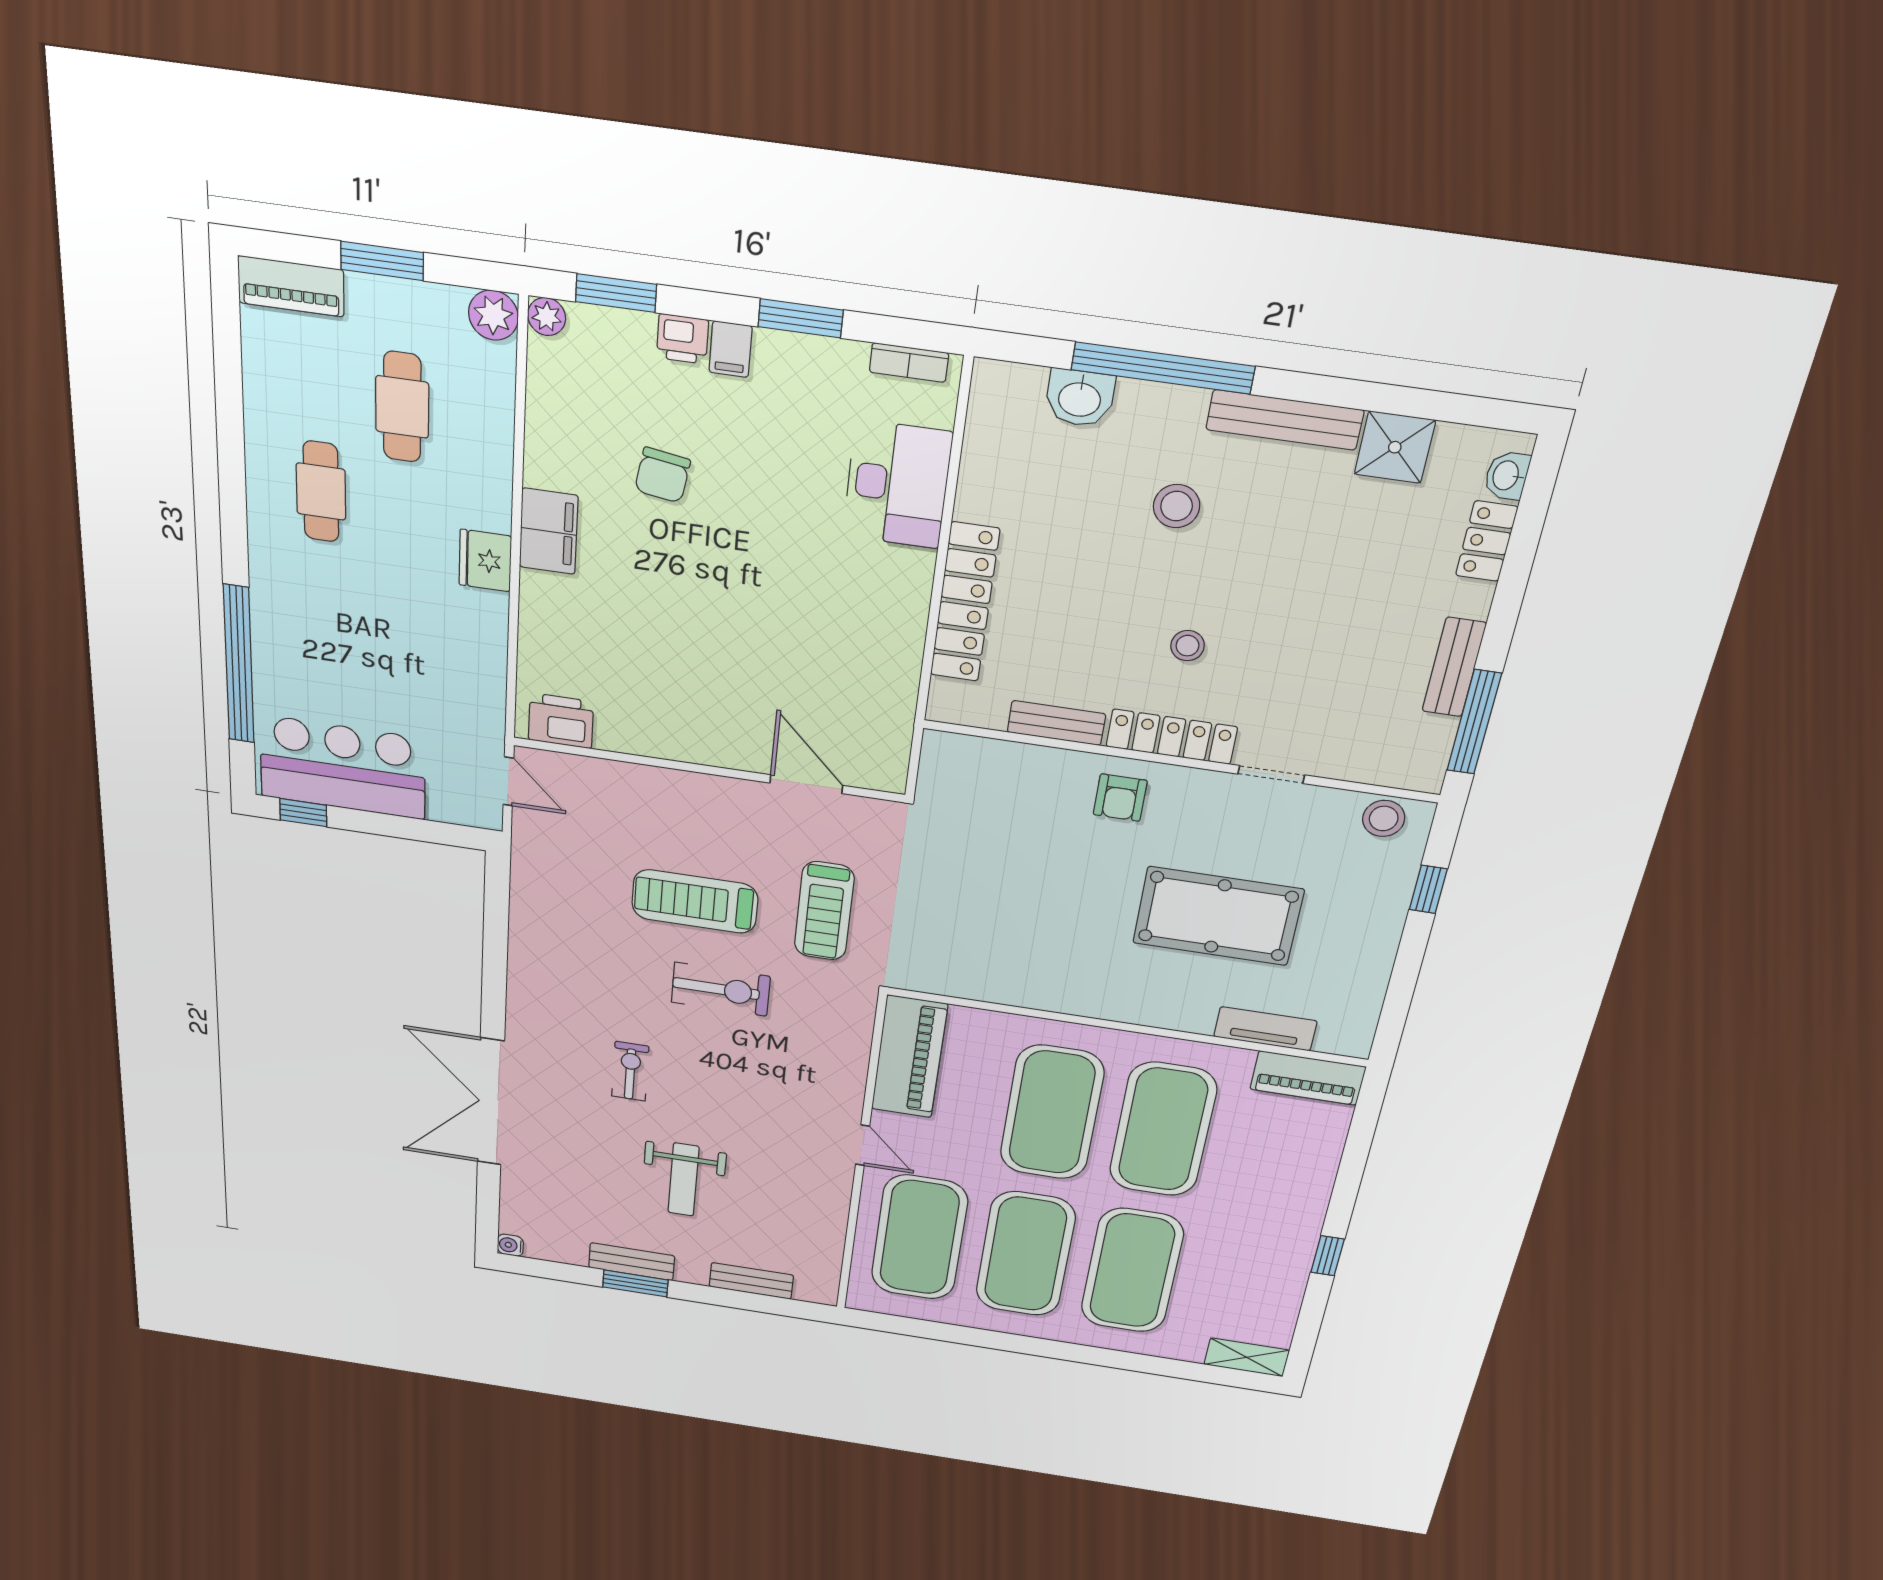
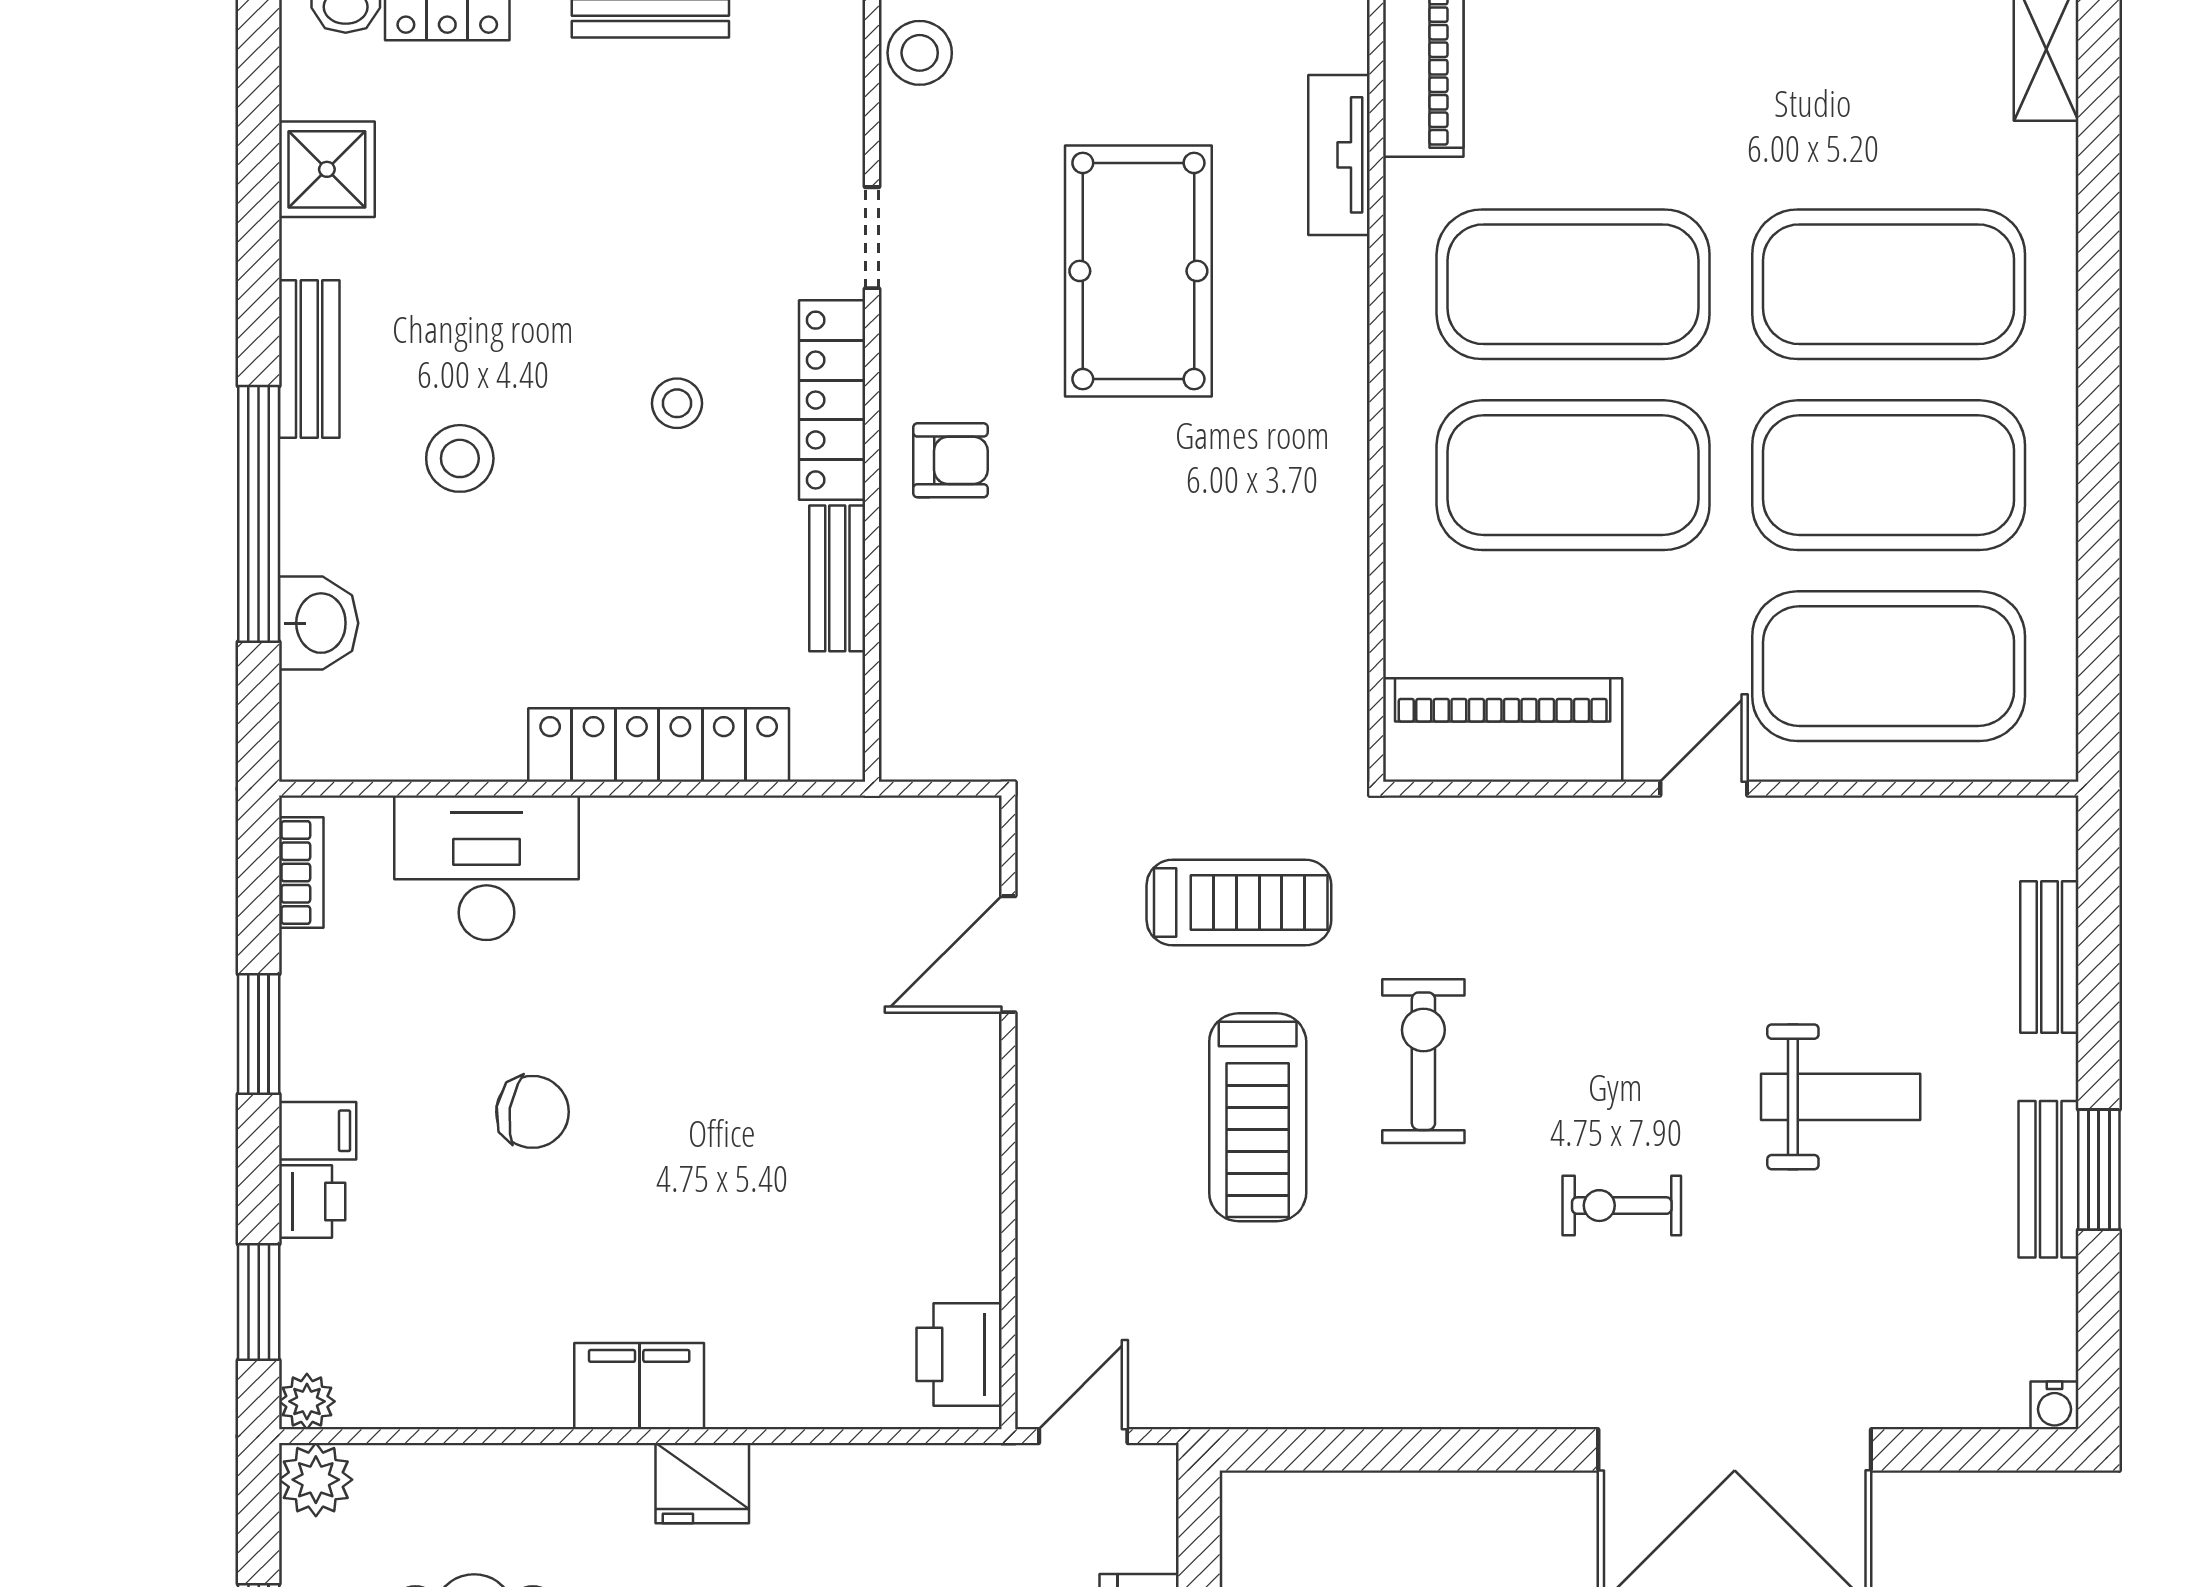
bench: (1285, 420) -> (309, 359), width x0.73
chair: (663, 475) -> (532, 1112), moved

